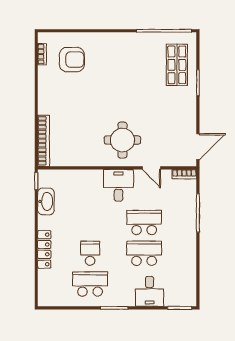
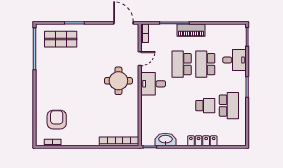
piano: (188, 235) -> (191, 30), added
school desk: (90, 253) -> (205, 106), turned 180
school desk: (90, 284) -> (229, 106), turned 180

